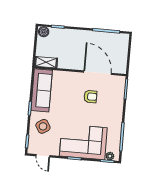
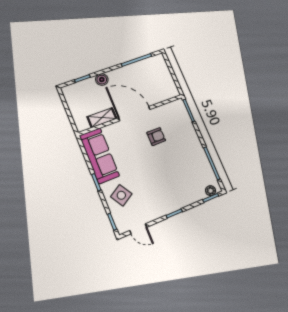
boiler: (44, 32) -> (102, 80), moved
shelving: (46, 62) -> (102, 118), moved
door: (98, 73) -> (134, 114), moved
corner sofa: (83, 142) -> (174, 190), removed

